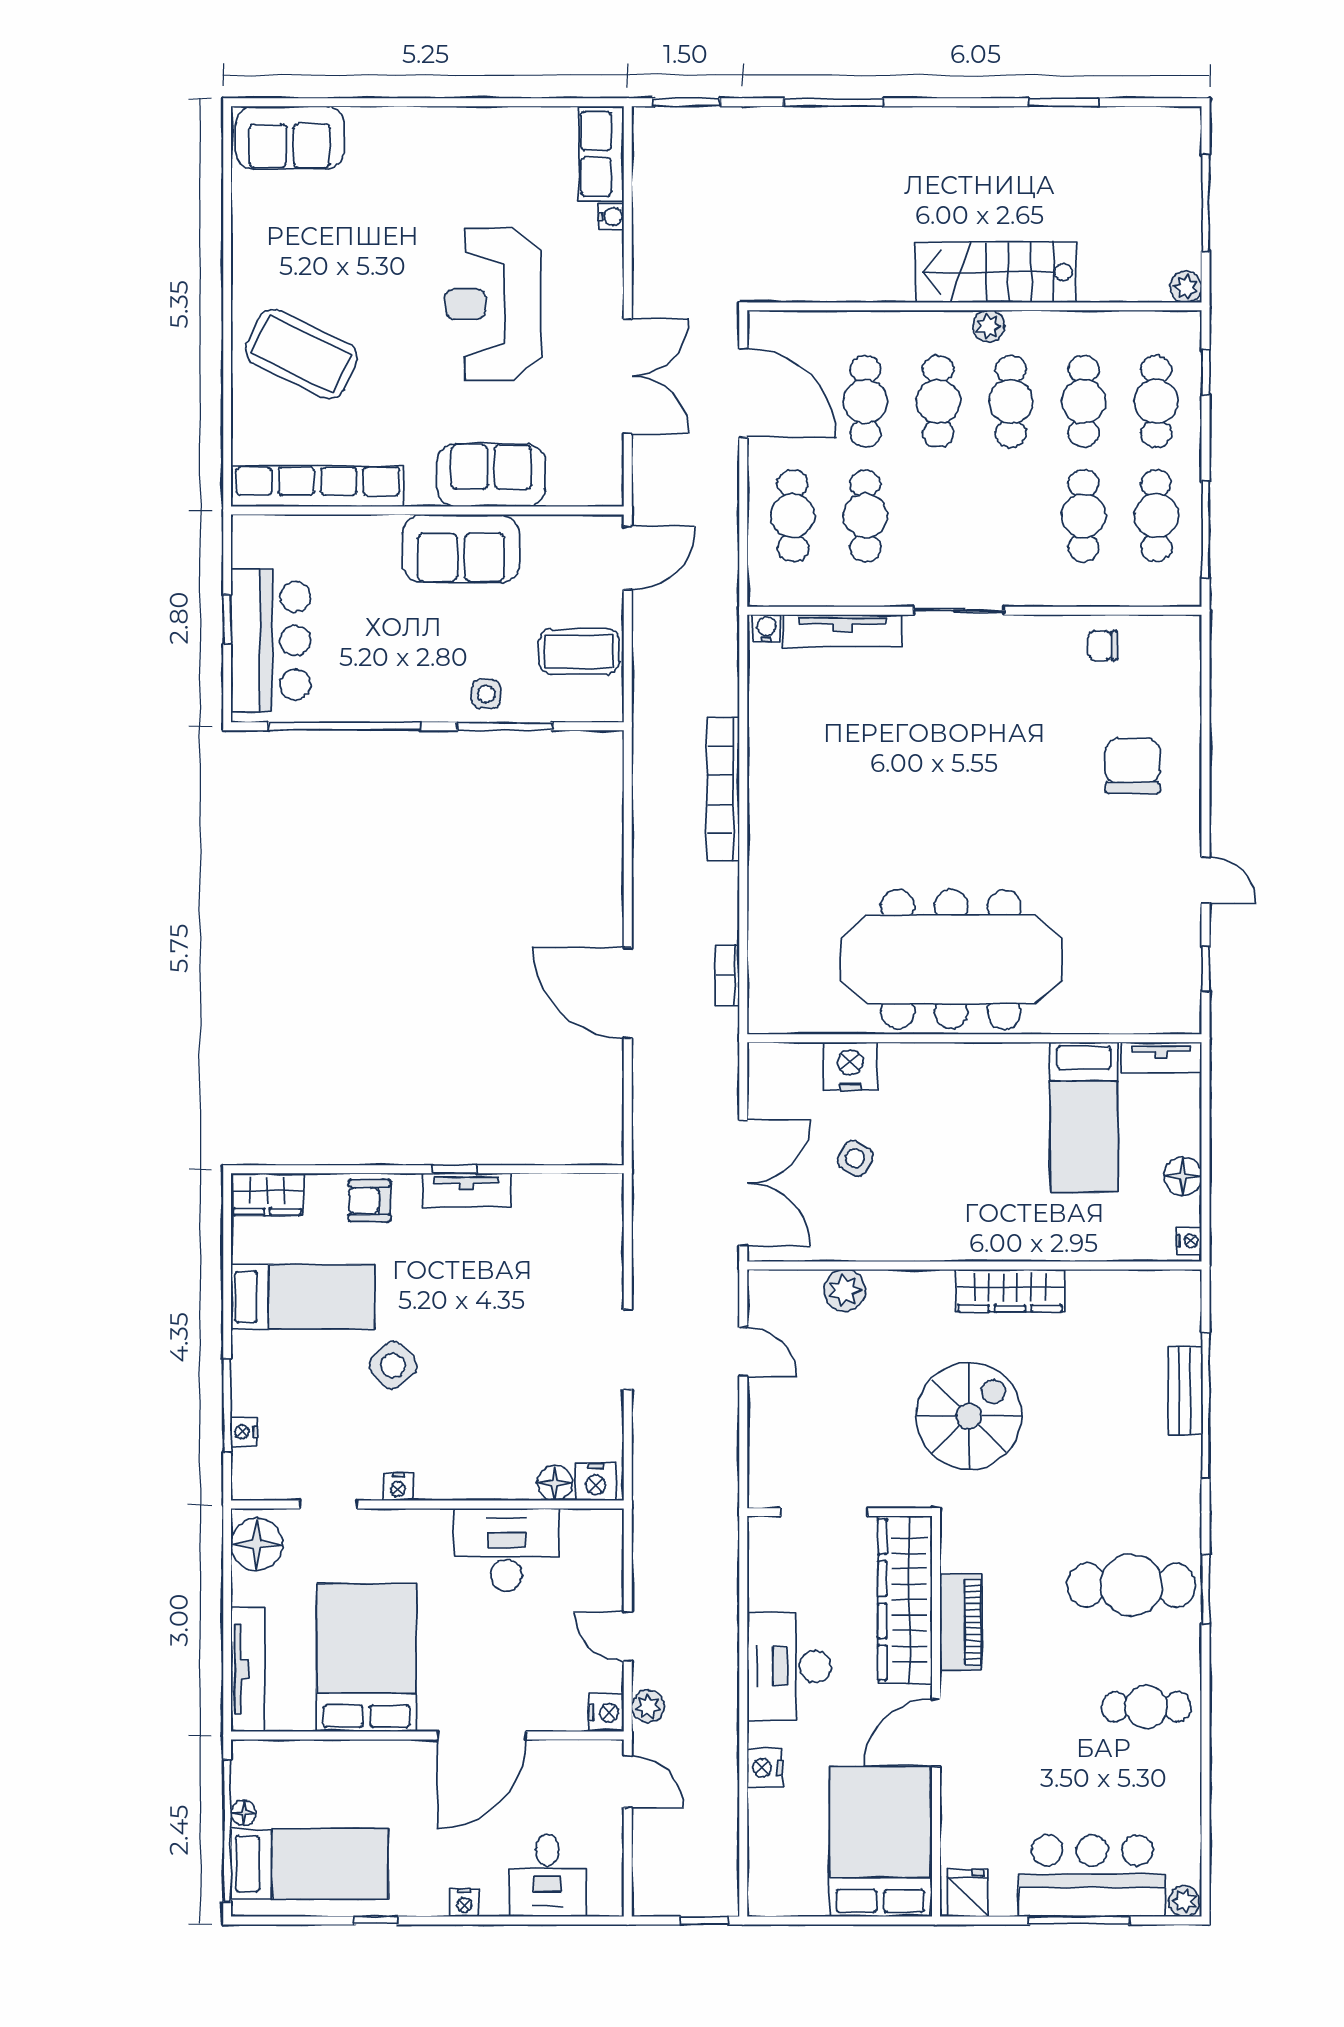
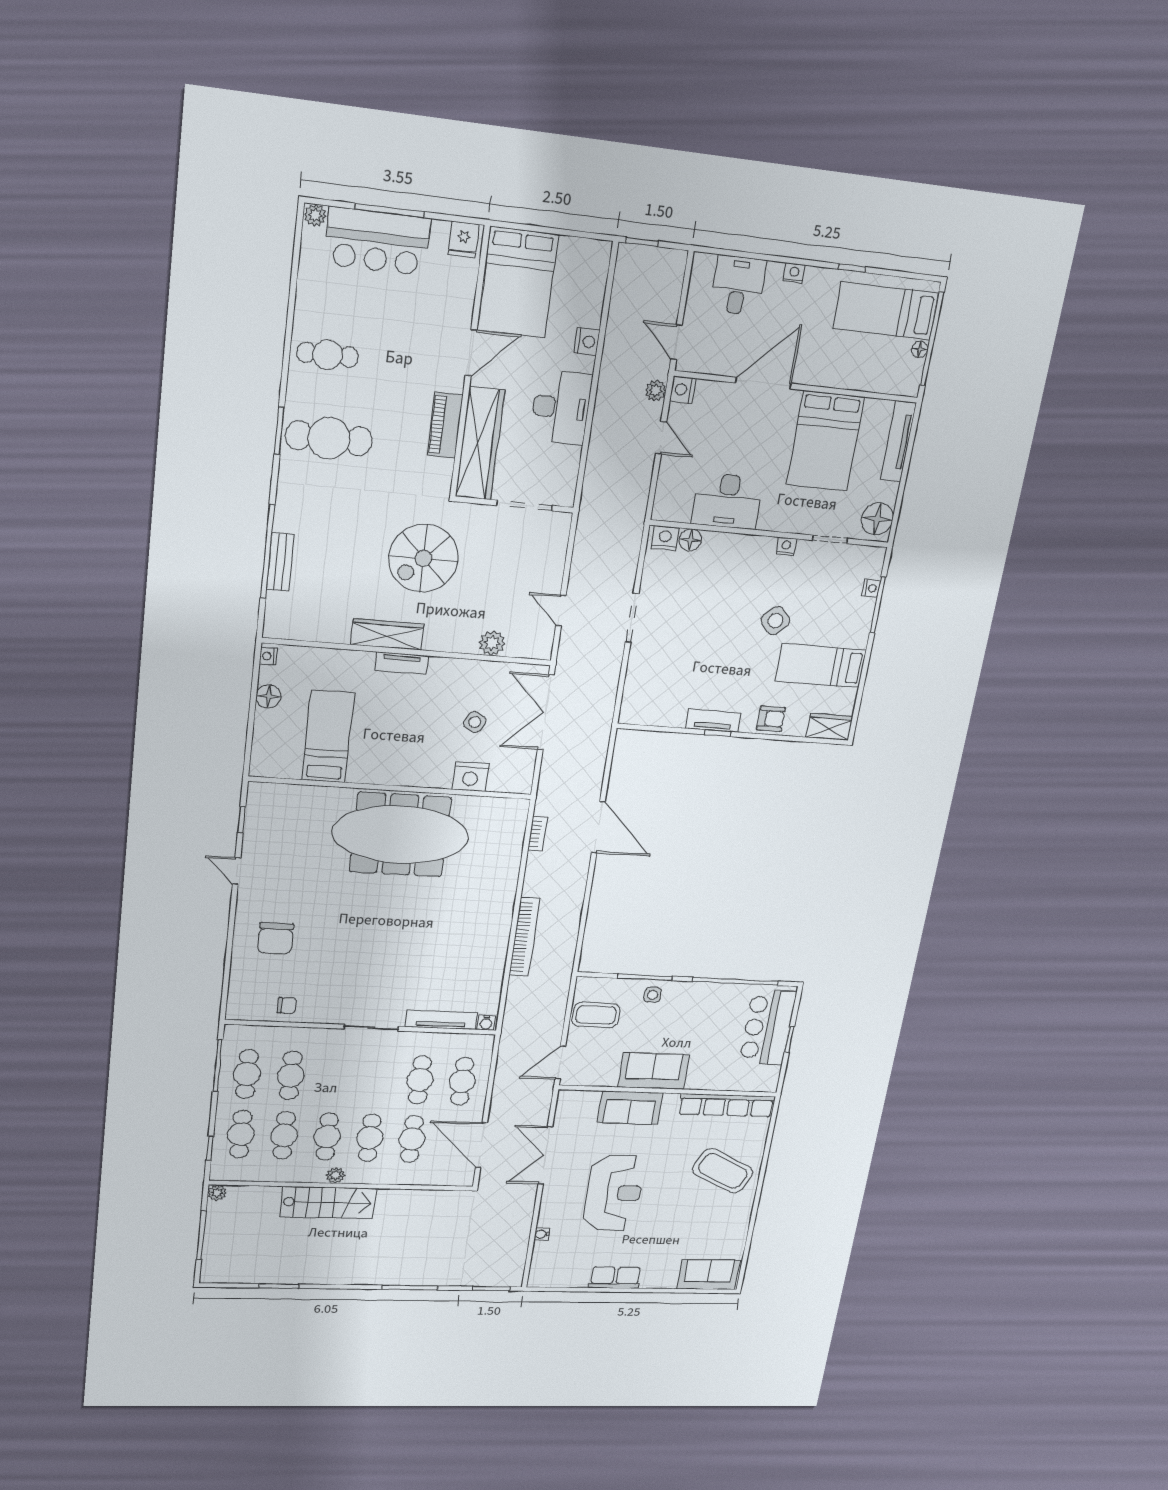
row of seats: (601, 154) -> (615, 1278), moved, turned -90
tv unit: (1161, 1058) -> (402, 663), moved, turned 180

